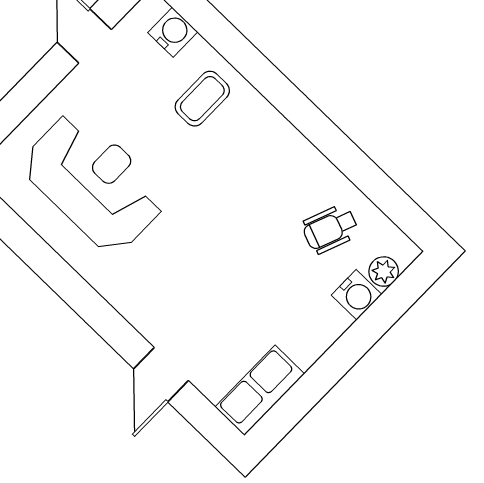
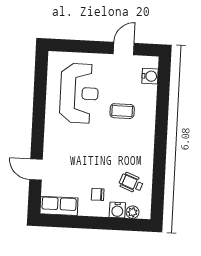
coffee table: (202, 99) -> (122, 111), moved
chair: (299, 305) -> (98, 194), added
door: (161, 375) -> (36, 169), hinge flipped

